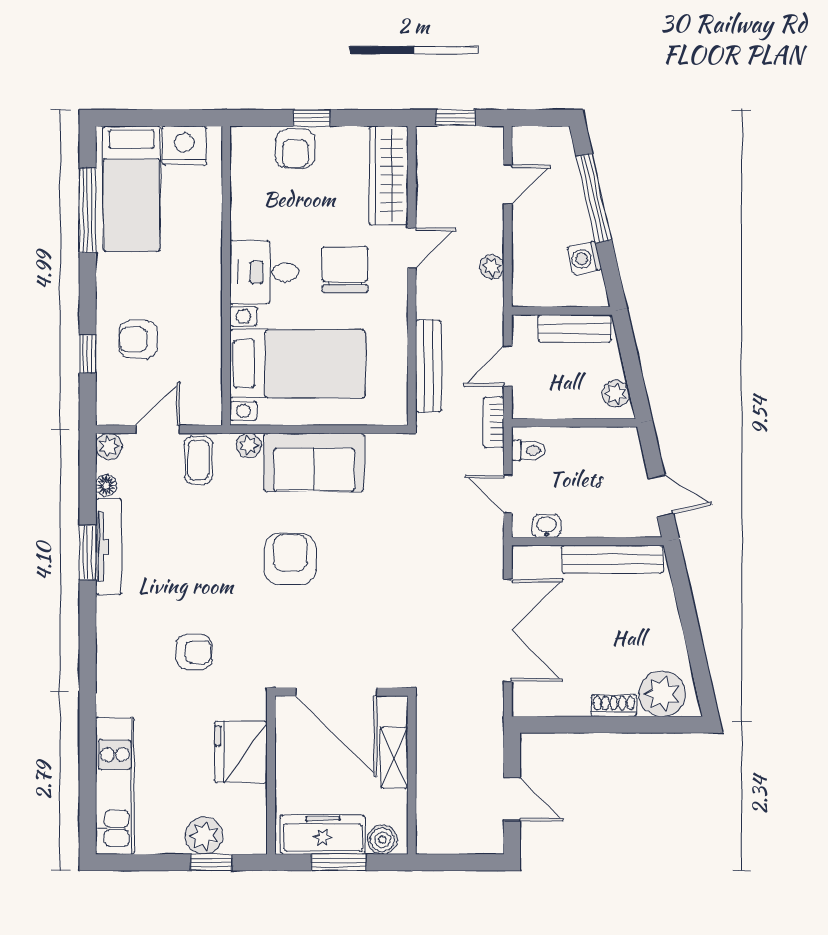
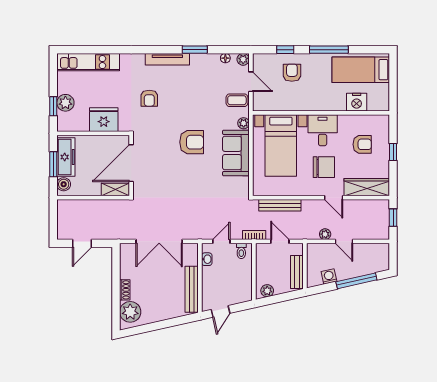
nightstand: (184, 146) -> (357, 102), moved, turned 90
armchair: (295, 149) -> (362, 144), moved, turned 180
door: (508, 185) -> (344, 241), moved
window: (88, 210) -> (329, 50), moved
tv unit: (109, 547) -> (167, 59), moved
shelving: (394, 758) -> (115, 190), moved

